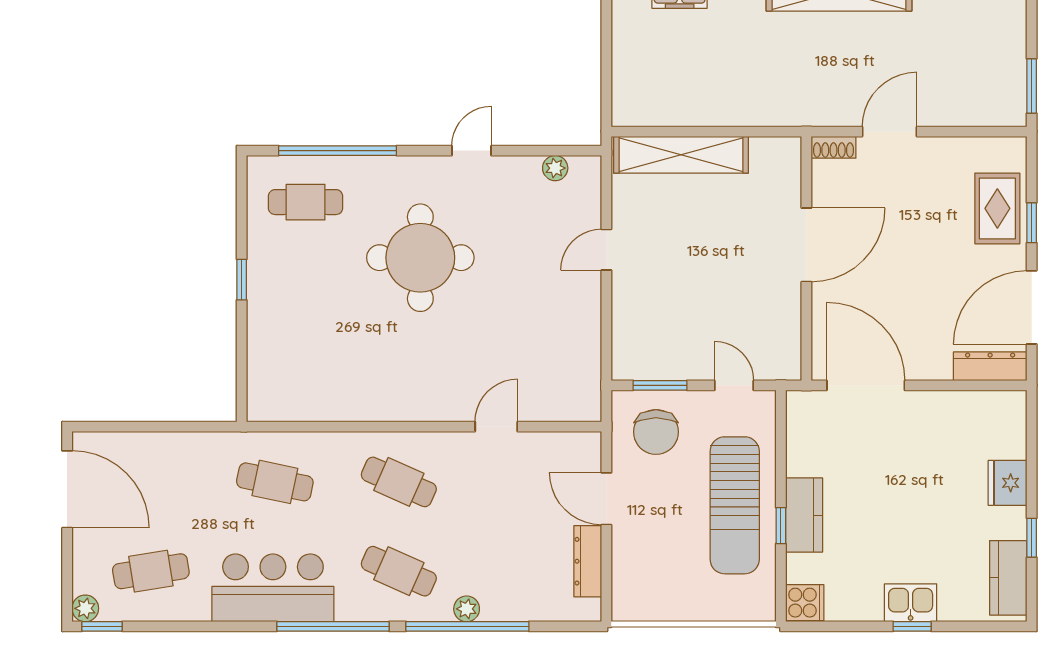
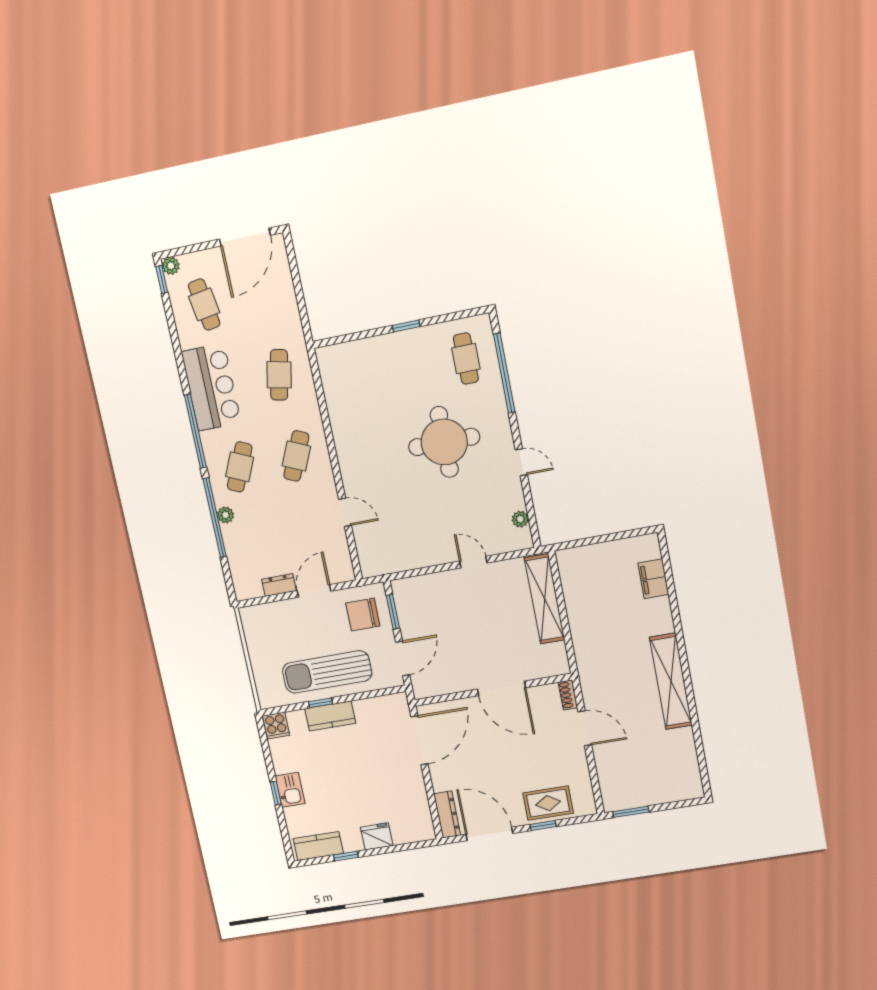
door: (734, 385) -> (403, 658), width x1.38
dresser: (588, 561) -> (279, 585), width x0.70

